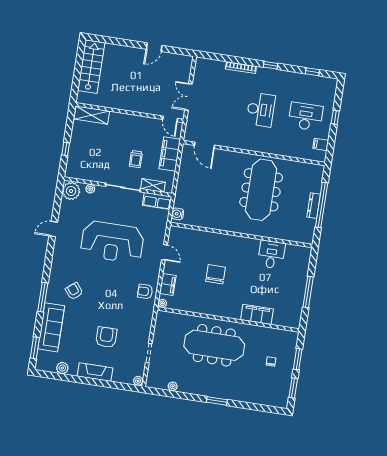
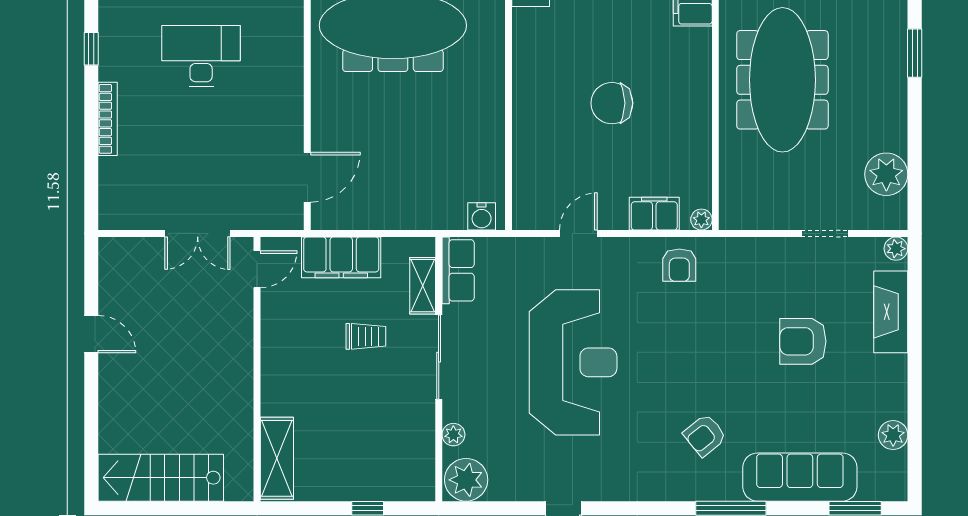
fireplace: (95, 372) -> (891, 312), moved
plant: (173, 386) -> (886, 174), width x1.88, depth x1.88

